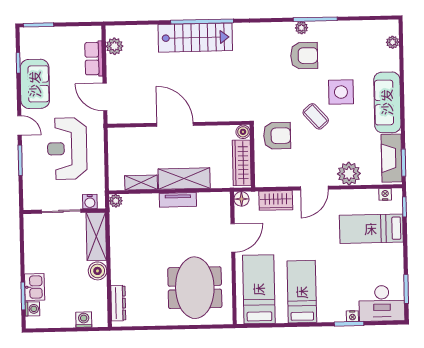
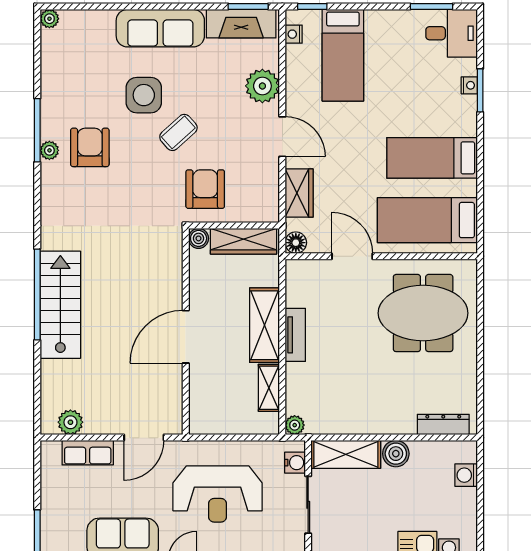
plant: (393, 42) -> (49, 19), moved
desk: (382, 303) -> (452, 33), width x0.73

